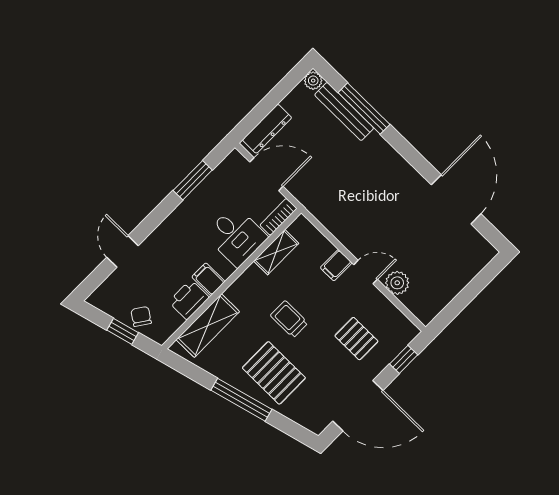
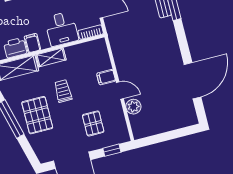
shelving: (276, 252) -> (51, 57), moved

